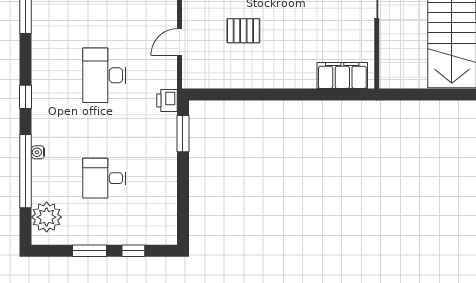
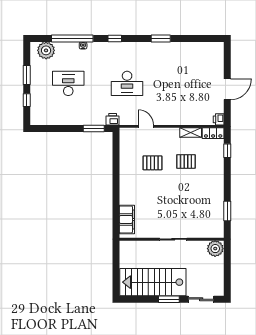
pallet: (243, 31) -> (152, 163), turned 90
desk: (104, 75) -> (127, 83), turned 180
desk: (104, 178) -> (68, 83), width x1.37

